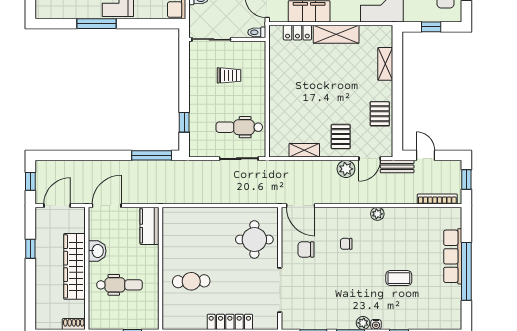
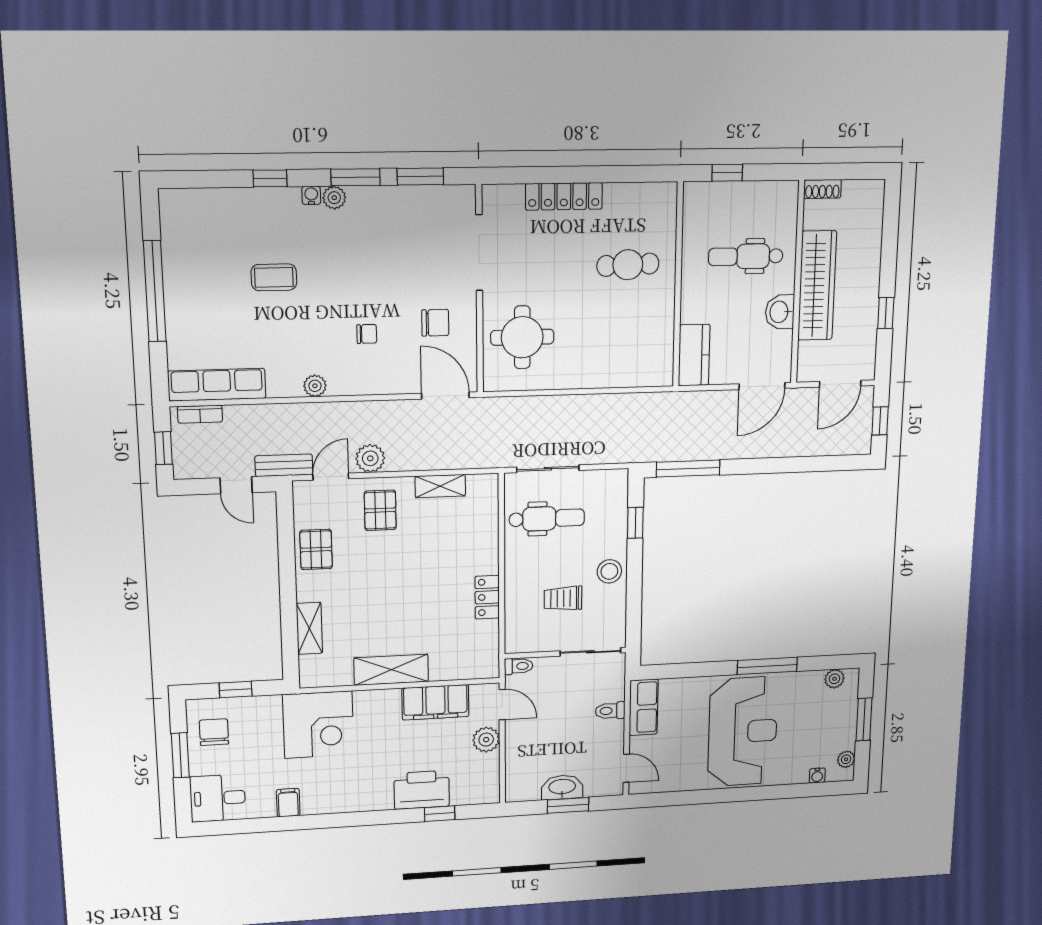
plant: (52, 12) -> (834, 679), added
locker: (297, 33) -> (487, 597), moved, turned -90
stool: (200, 92) -> (609, 571), added
bookcase: (437, 199) -> (200, 414), width x0.64
row of seats: (453, 256) -> (217, 385), moved, turned -90

